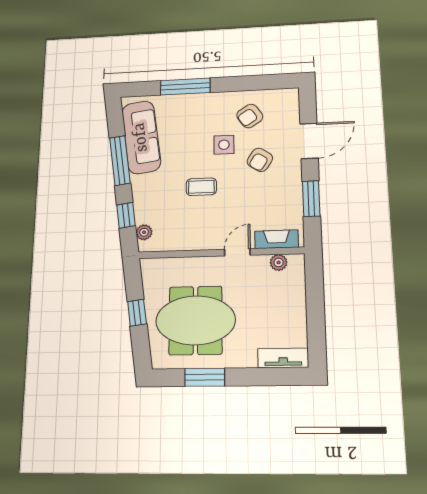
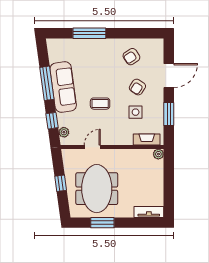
sofa: (141, 137) -> (63, 87), moved
side table: (224, 145) -> (136, 112), moved
door: (237, 252) -> (92, 147), moved
plant: (279, 262) -> (158, 154), moved
meeting table: (196, 320) -> (97, 189), turned 90

